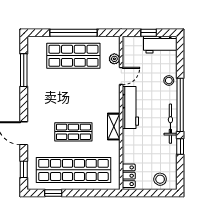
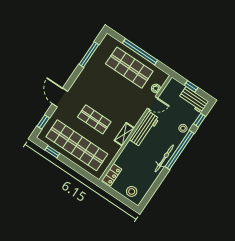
window: (180, 146) -> (200, 120), moved

